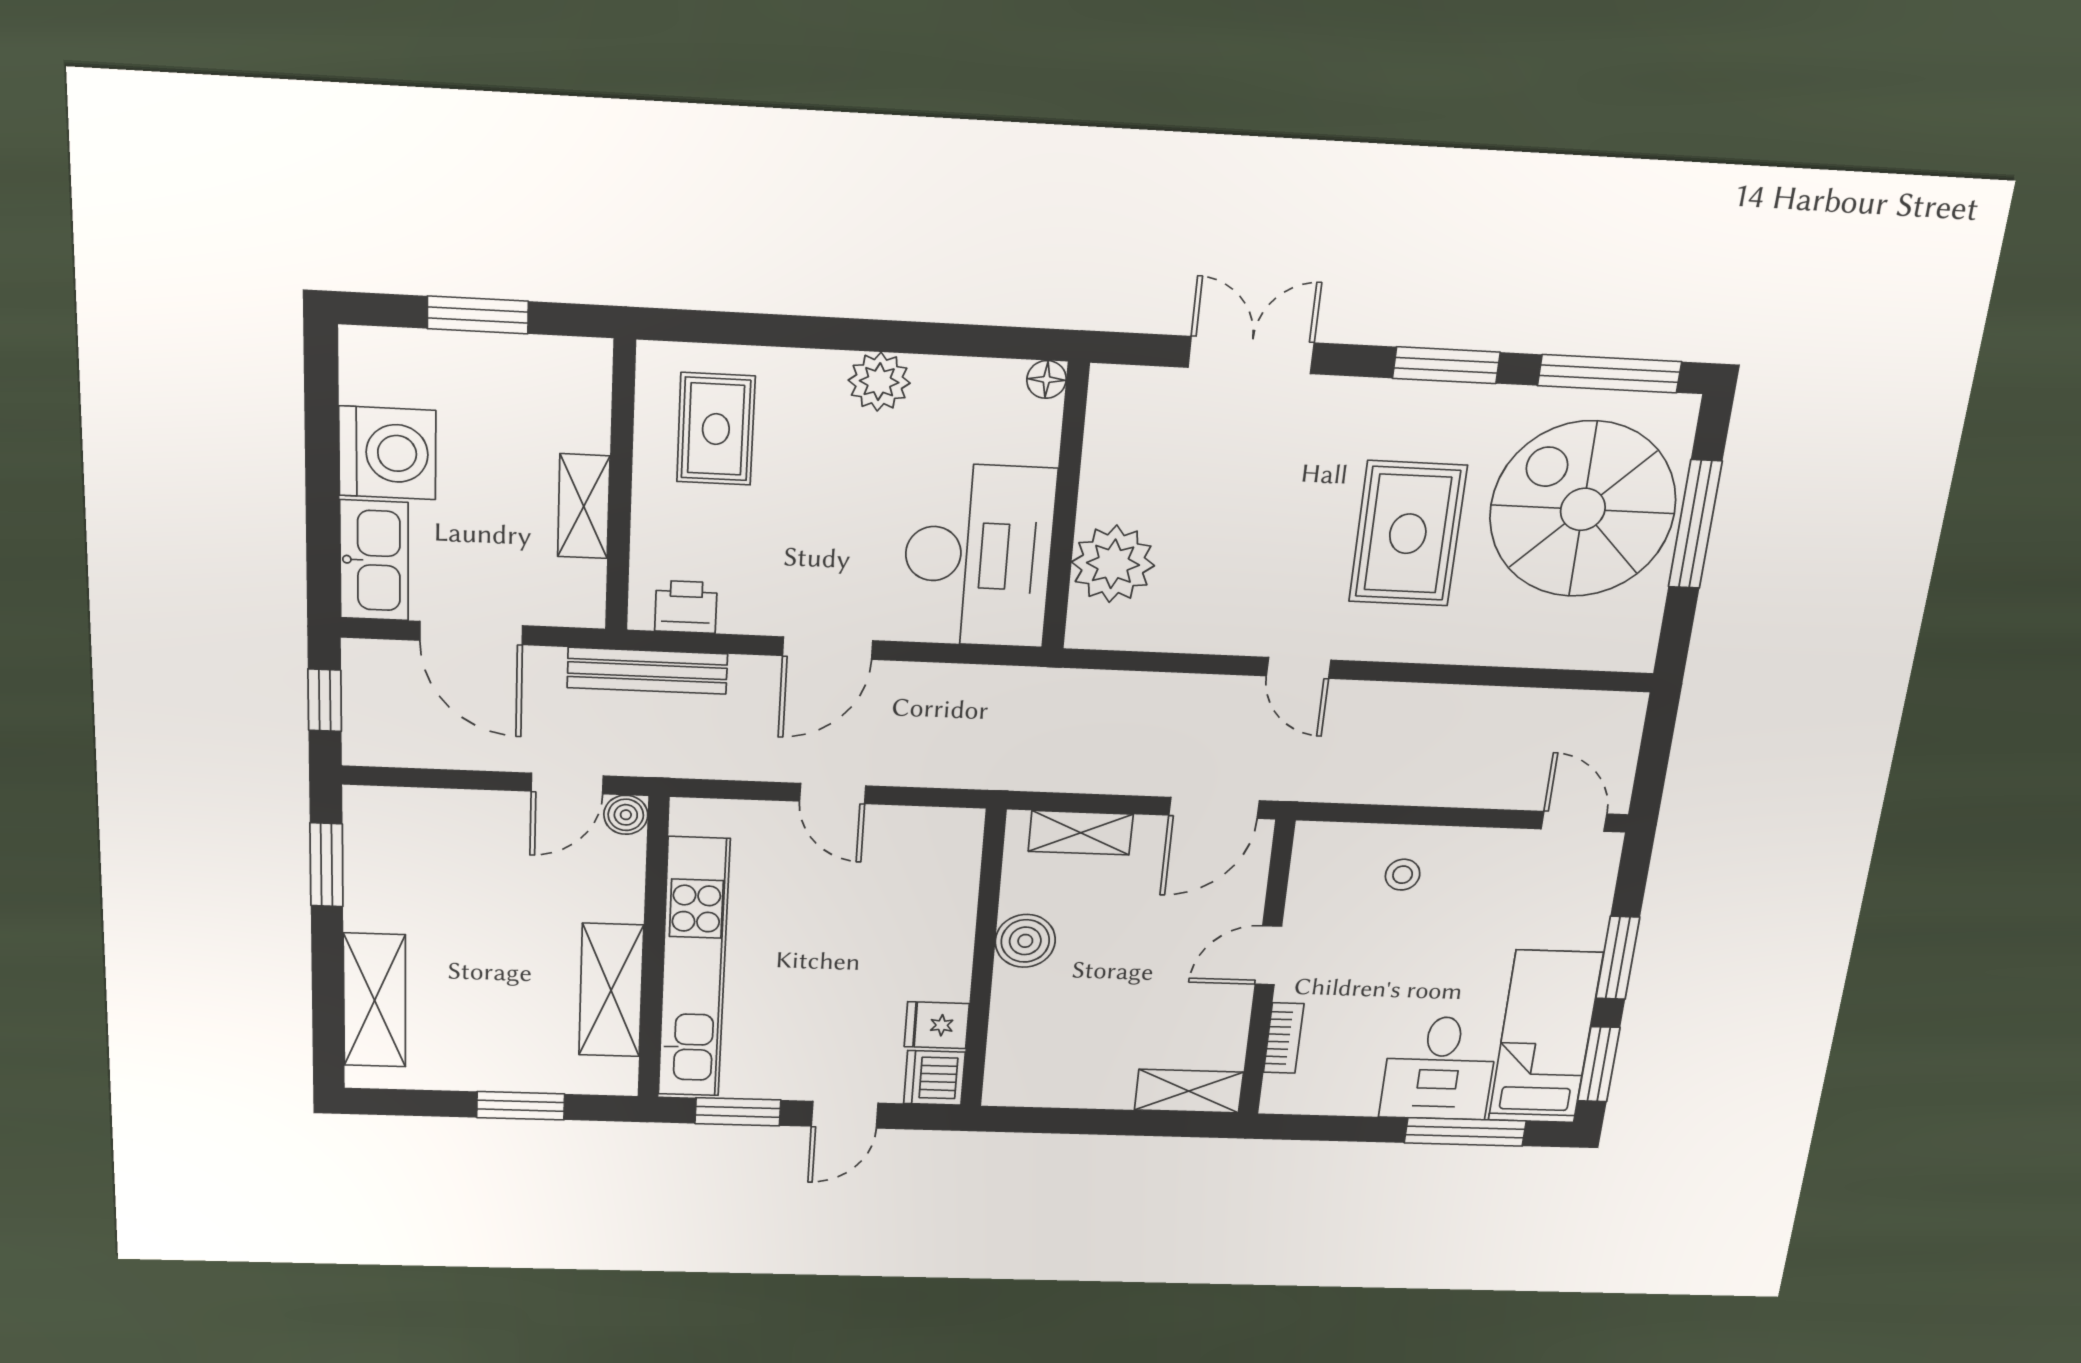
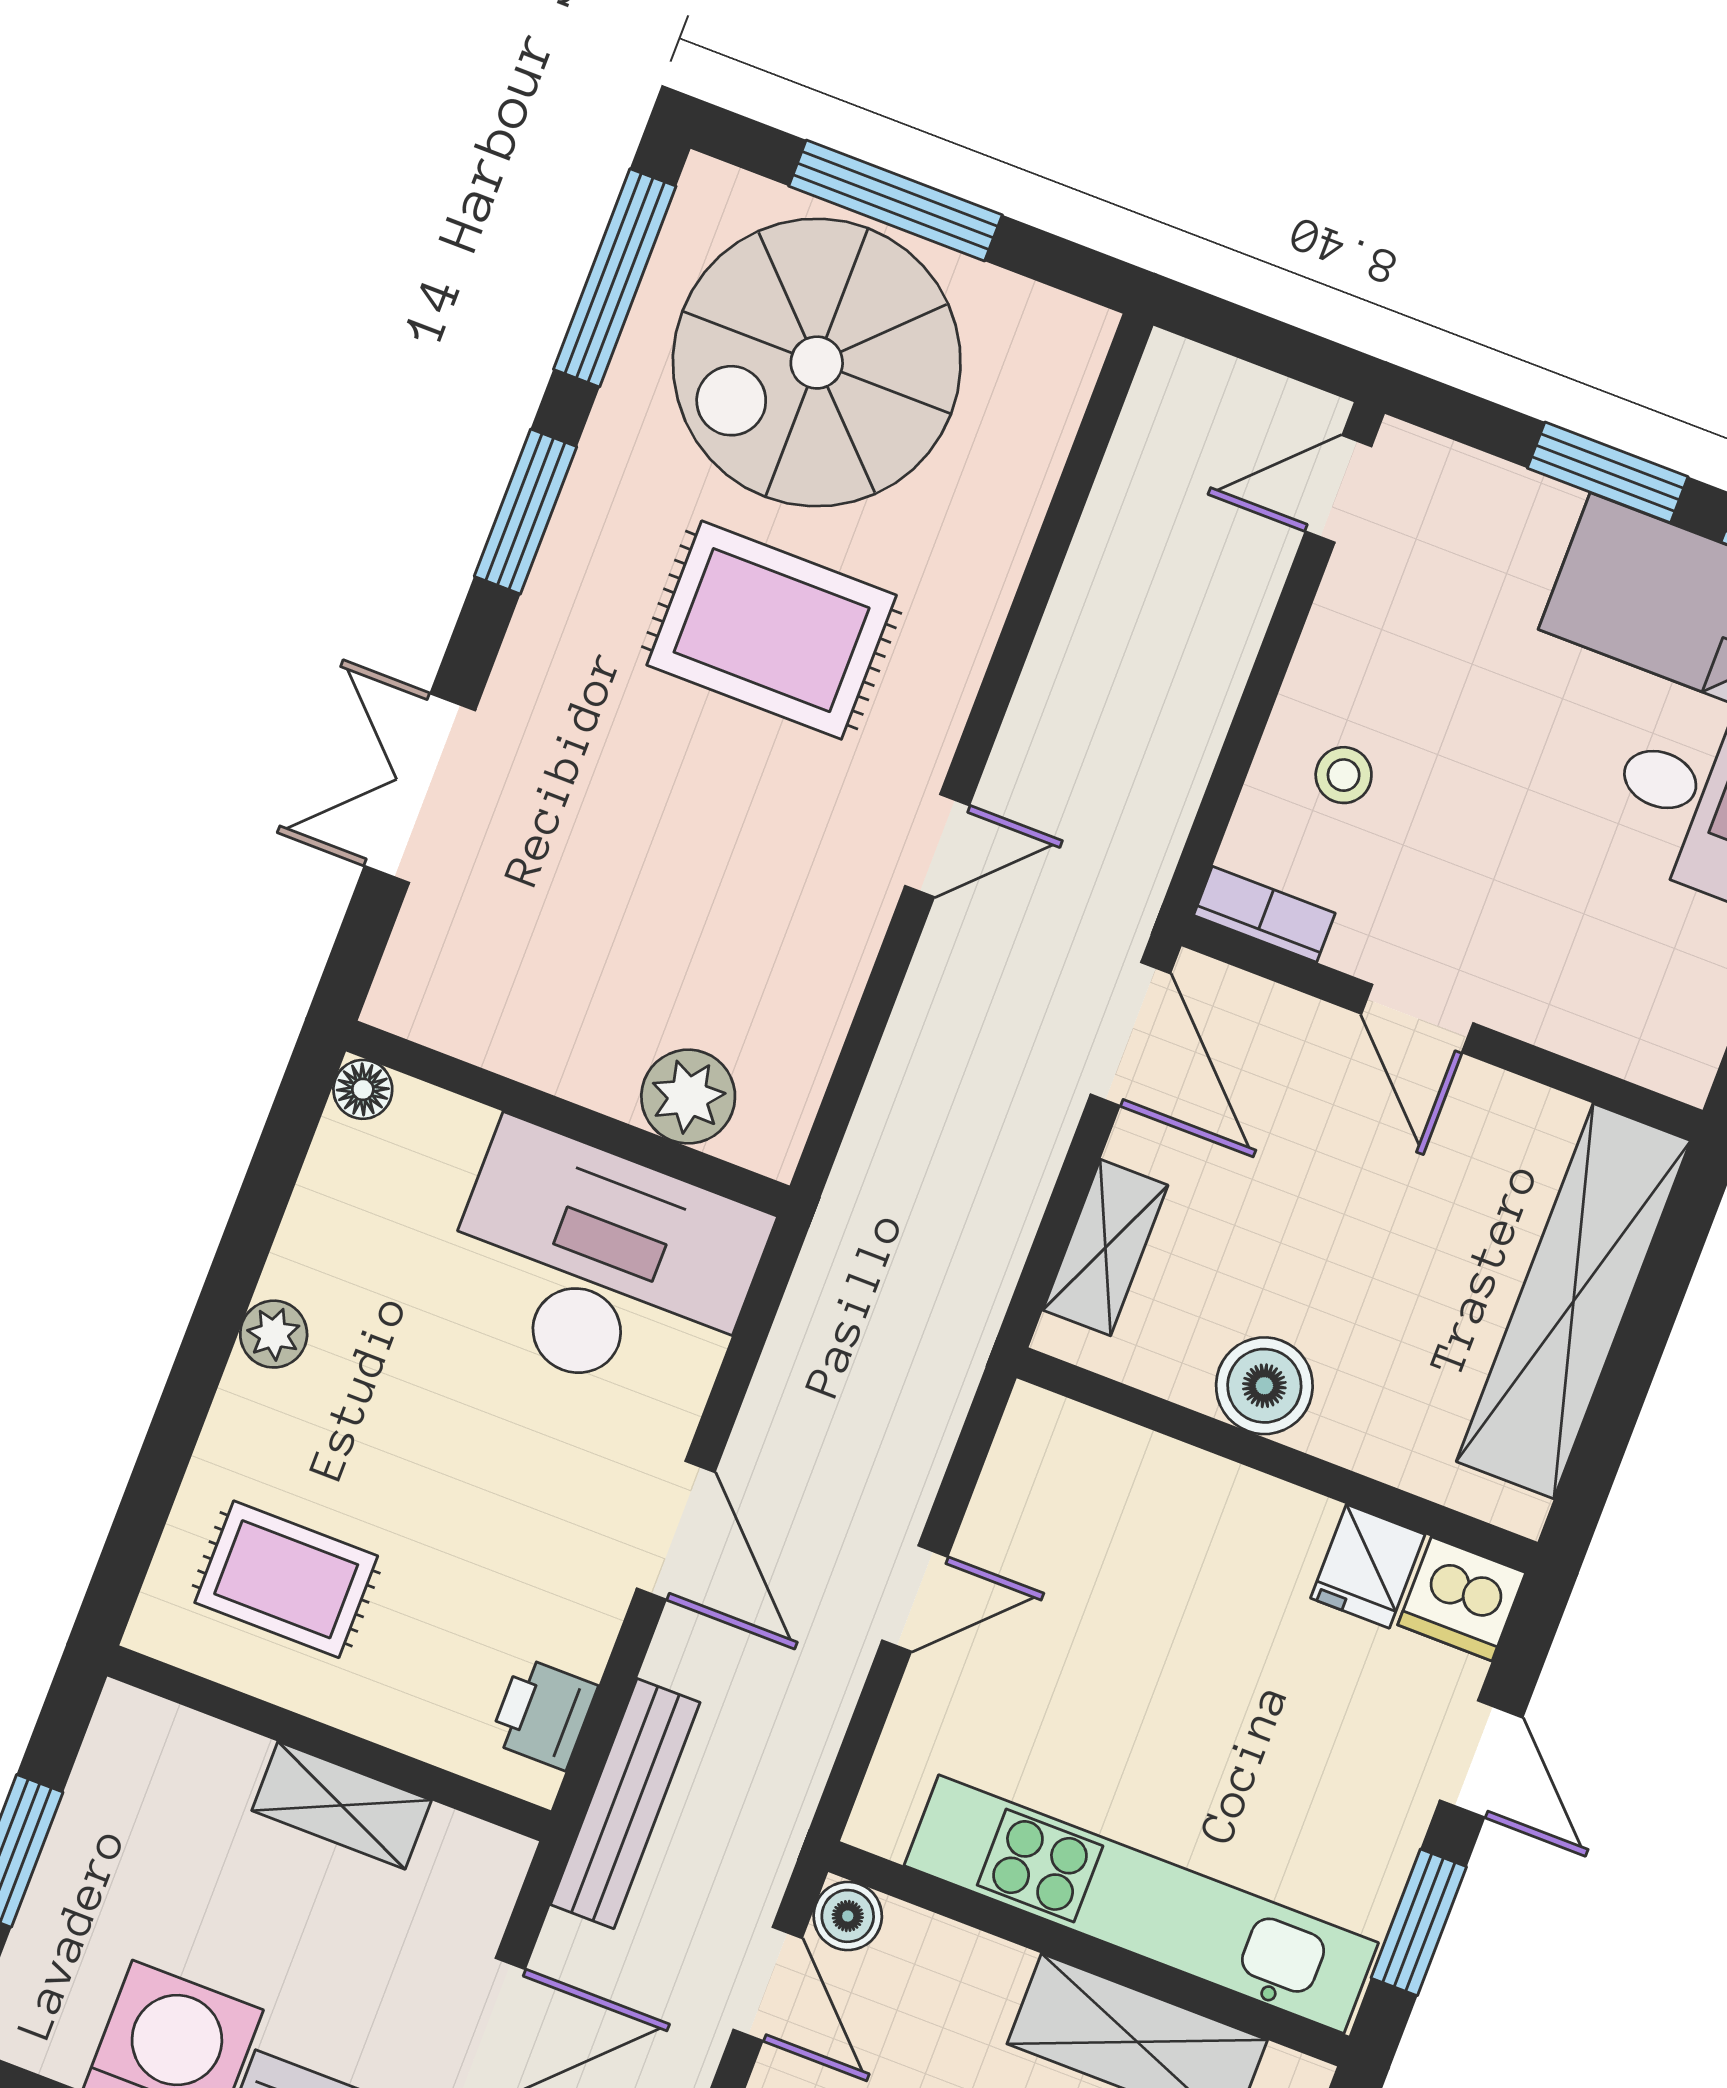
plant: (879, 382) -> (274, 1334), width x0.73, depth x0.73
plant: (1113, 564) -> (688, 1097), width x0.73, depth x0.73
bookcase: (1284, 1038) -> (1264, 914), moved
shelving: (1189, 1091) -> (1574, 1301), width x2.20, depth x1.33

